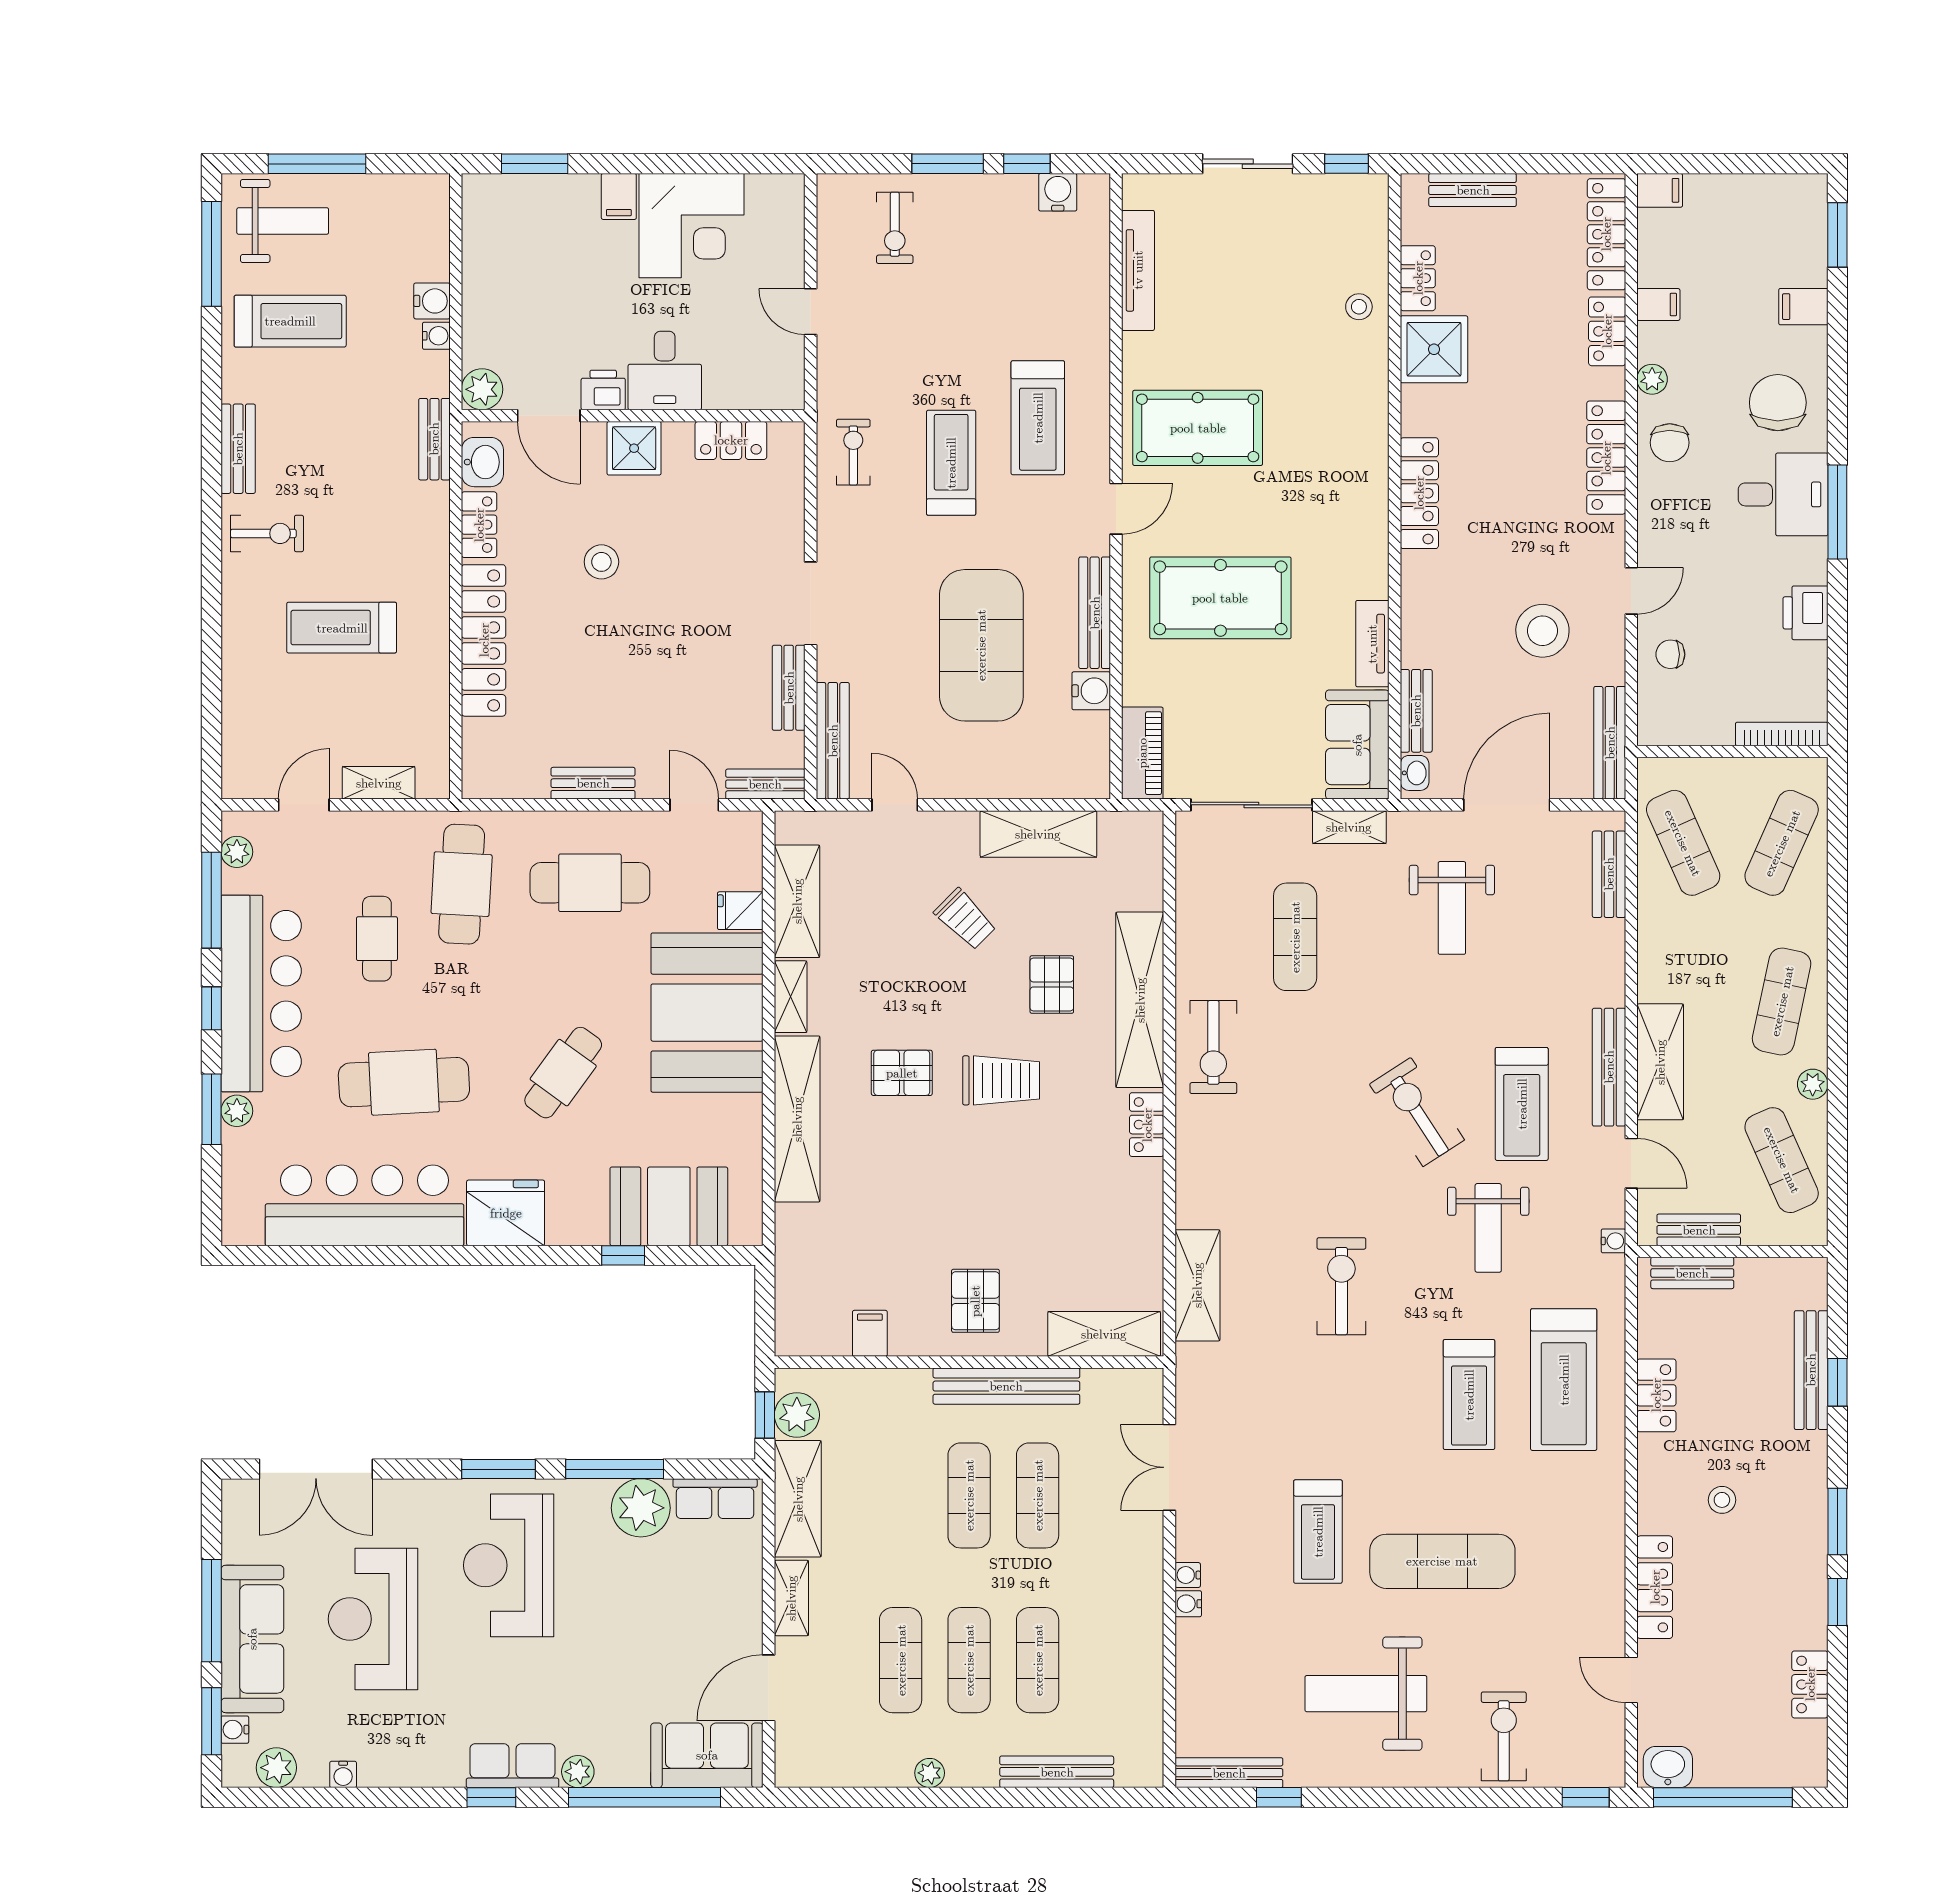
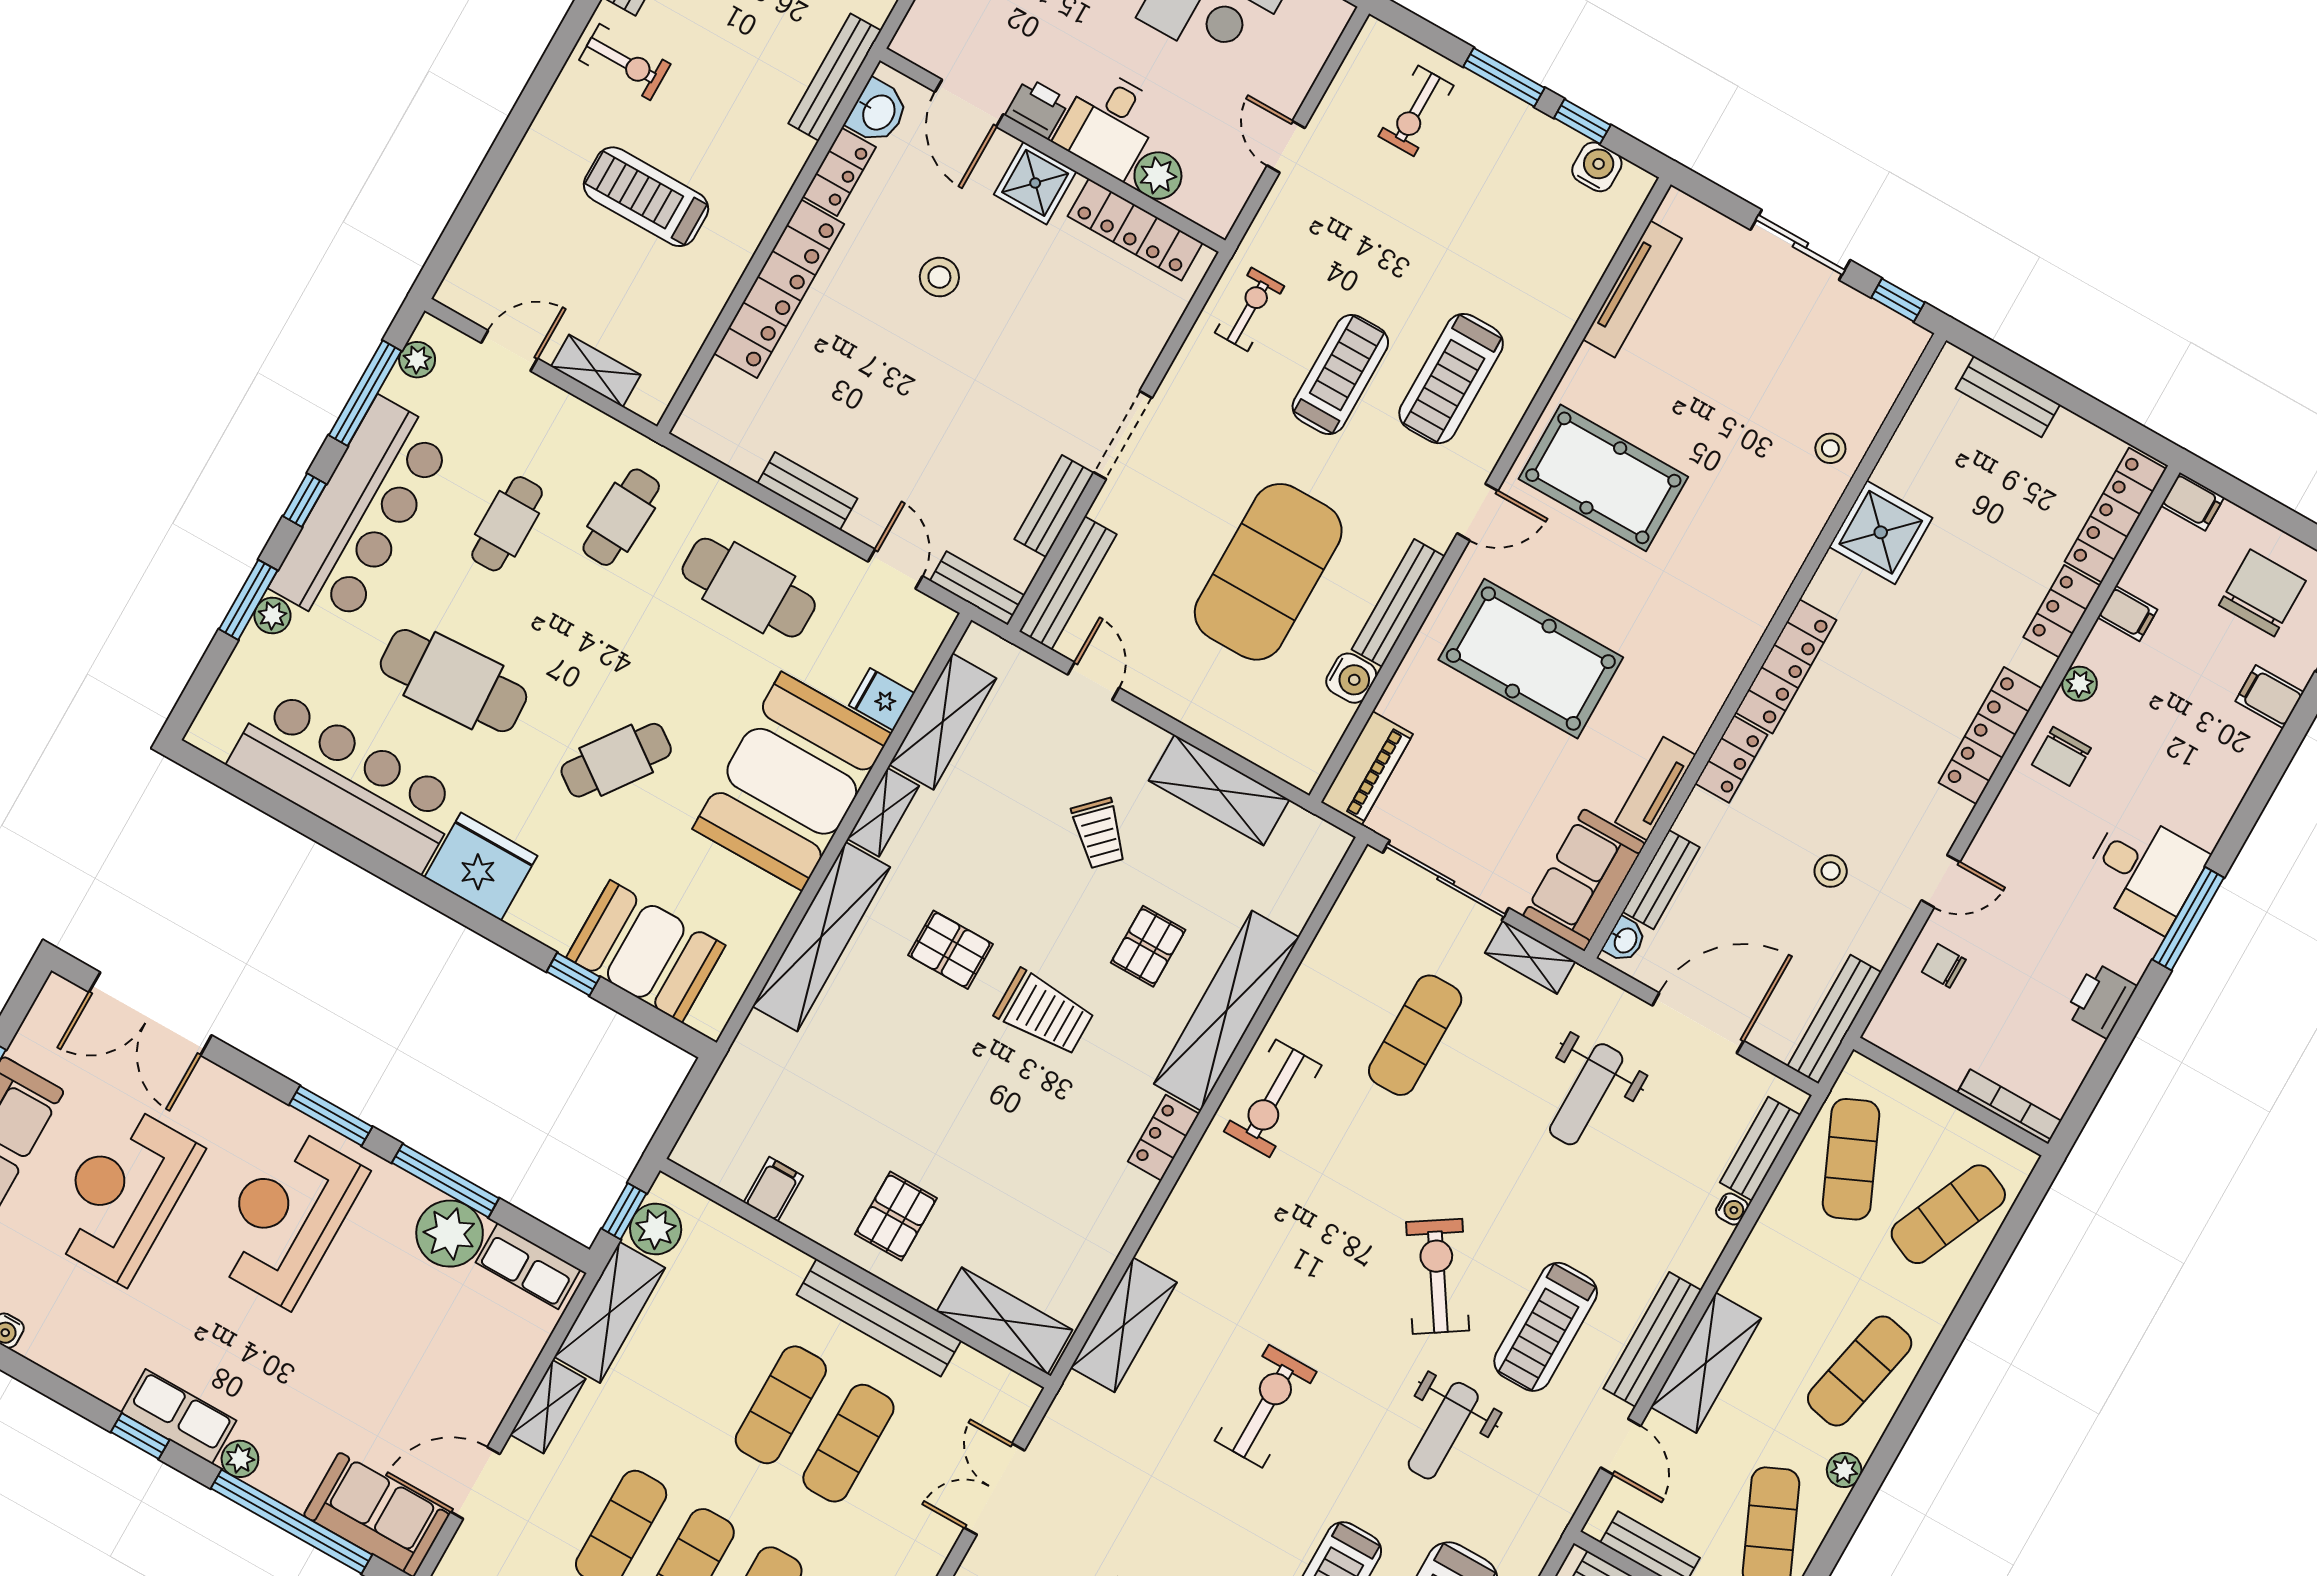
locker: (1418, 278) -> (1731, 759), moved
plant: (482, 389) -> (1158, 176), moved
chair: (1778, 403) -> (2262, 593), moved
bench: (434, 439) -> (835, 77), width x1.36
locker: (731, 440) -> (1135, 229), width x1.53
stool: (1542, 631) -> (1831, 871), width x0.53, depth x0.53
cafe table: (462, 884) -> (621, 517), width x0.73, depth x0.74
water cooler: (1613, 1241) -> (1732, 1209), moved

